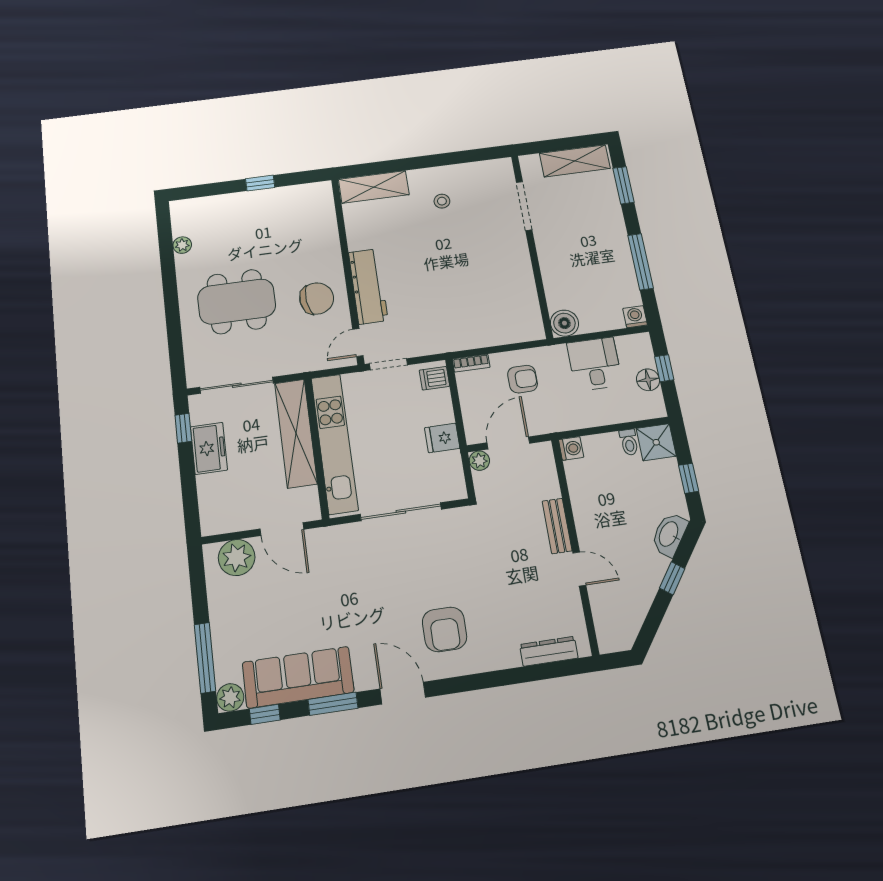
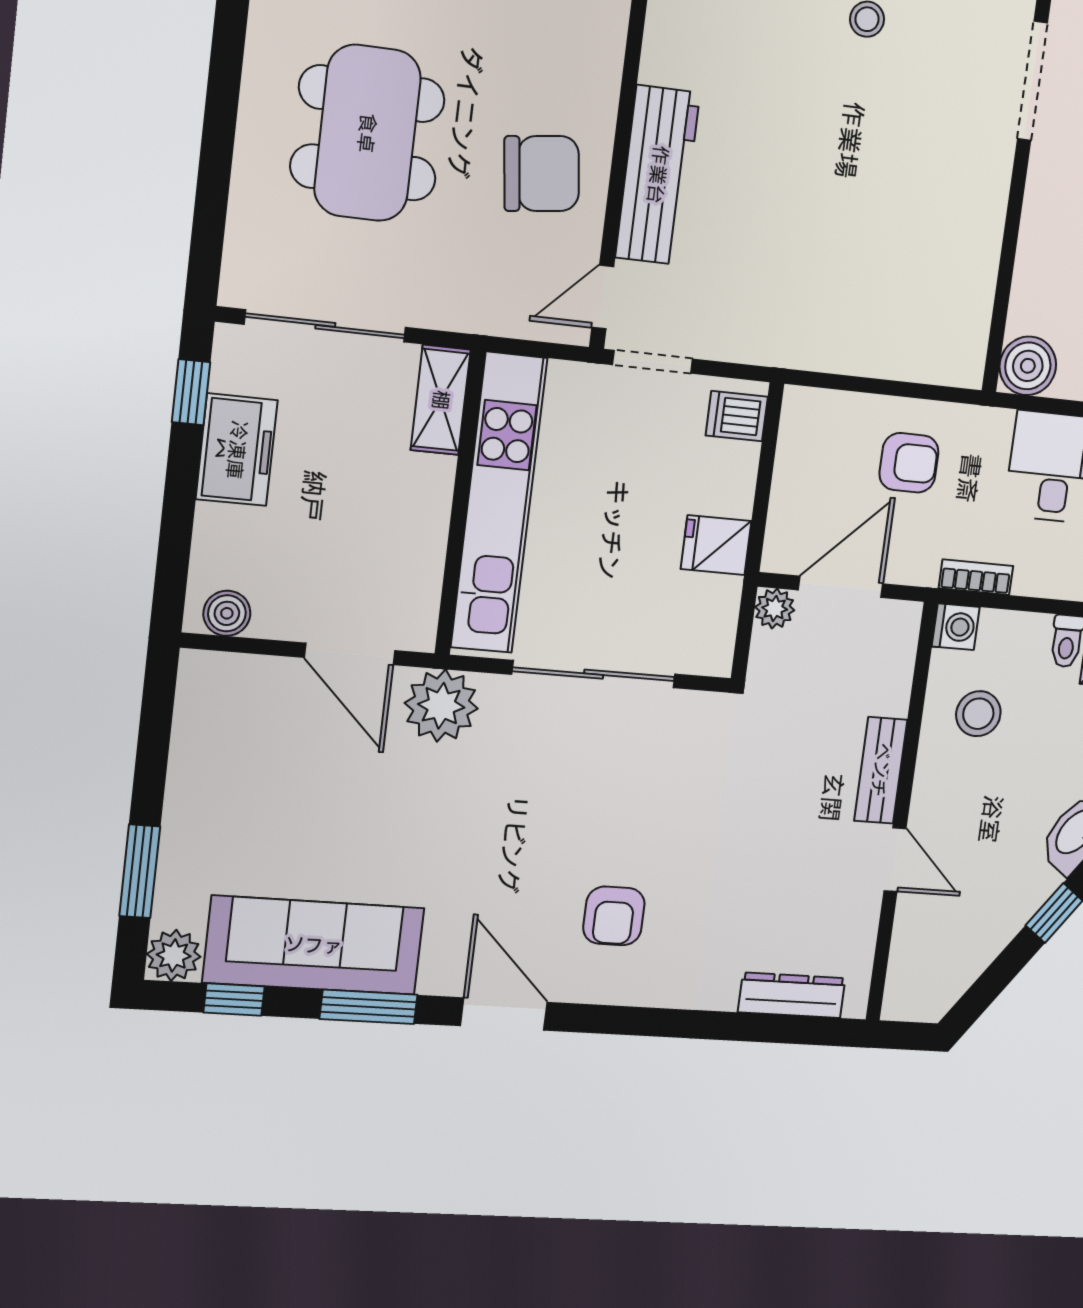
dining table: (237, 302) -> (367, 133), turned 90
bookcase: (471, 363) -> (976, 577), moved, turned 180
shelving: (296, 433) -> (441, 400), width x0.45, depth x0.75
stool: (597, 487) -> (978, 714), added
boiler: (220, 523) -> (227, 613), added
plant: (237, 557) -> (441, 706), moved
armchair: (445, 629) -> (614, 916), width x0.72, depth x0.72
window: (205, 658) -> (140, 871), width x0.69

